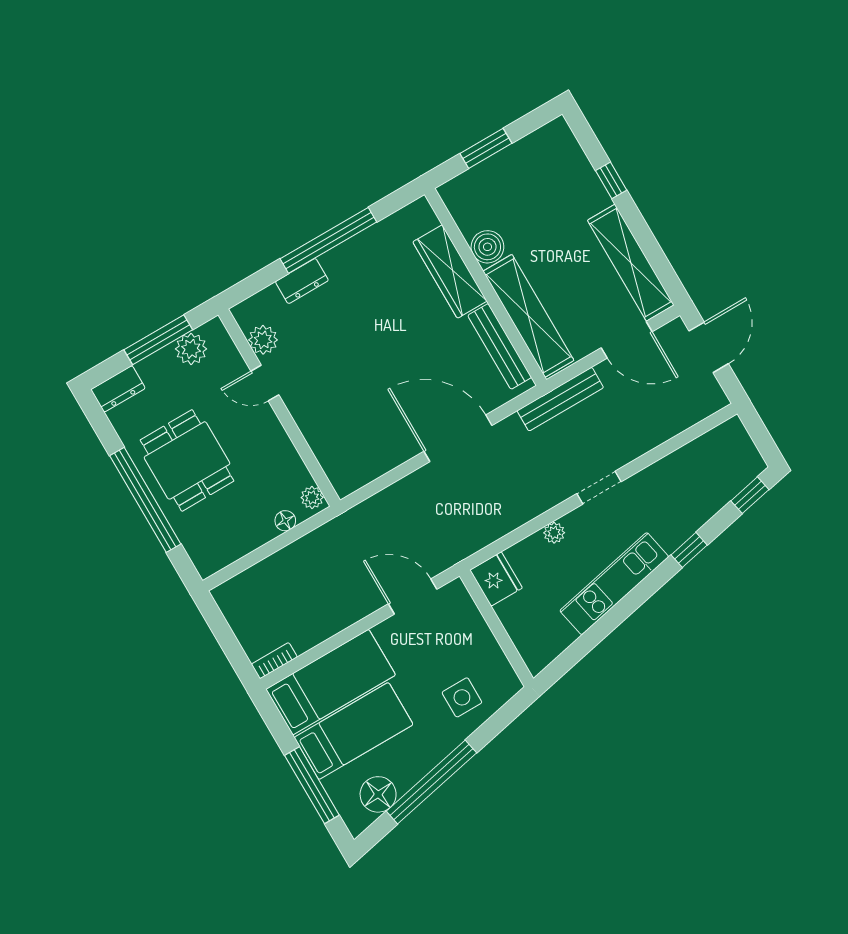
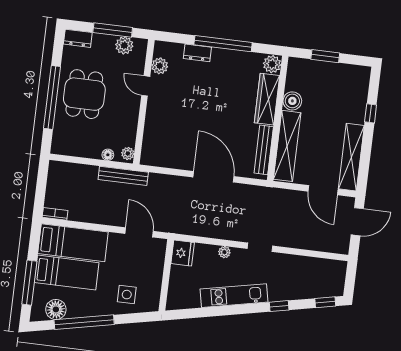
plant: (419, 217) -> (272, 64), added
bench: (560, 399) -> (123, 176), moved

